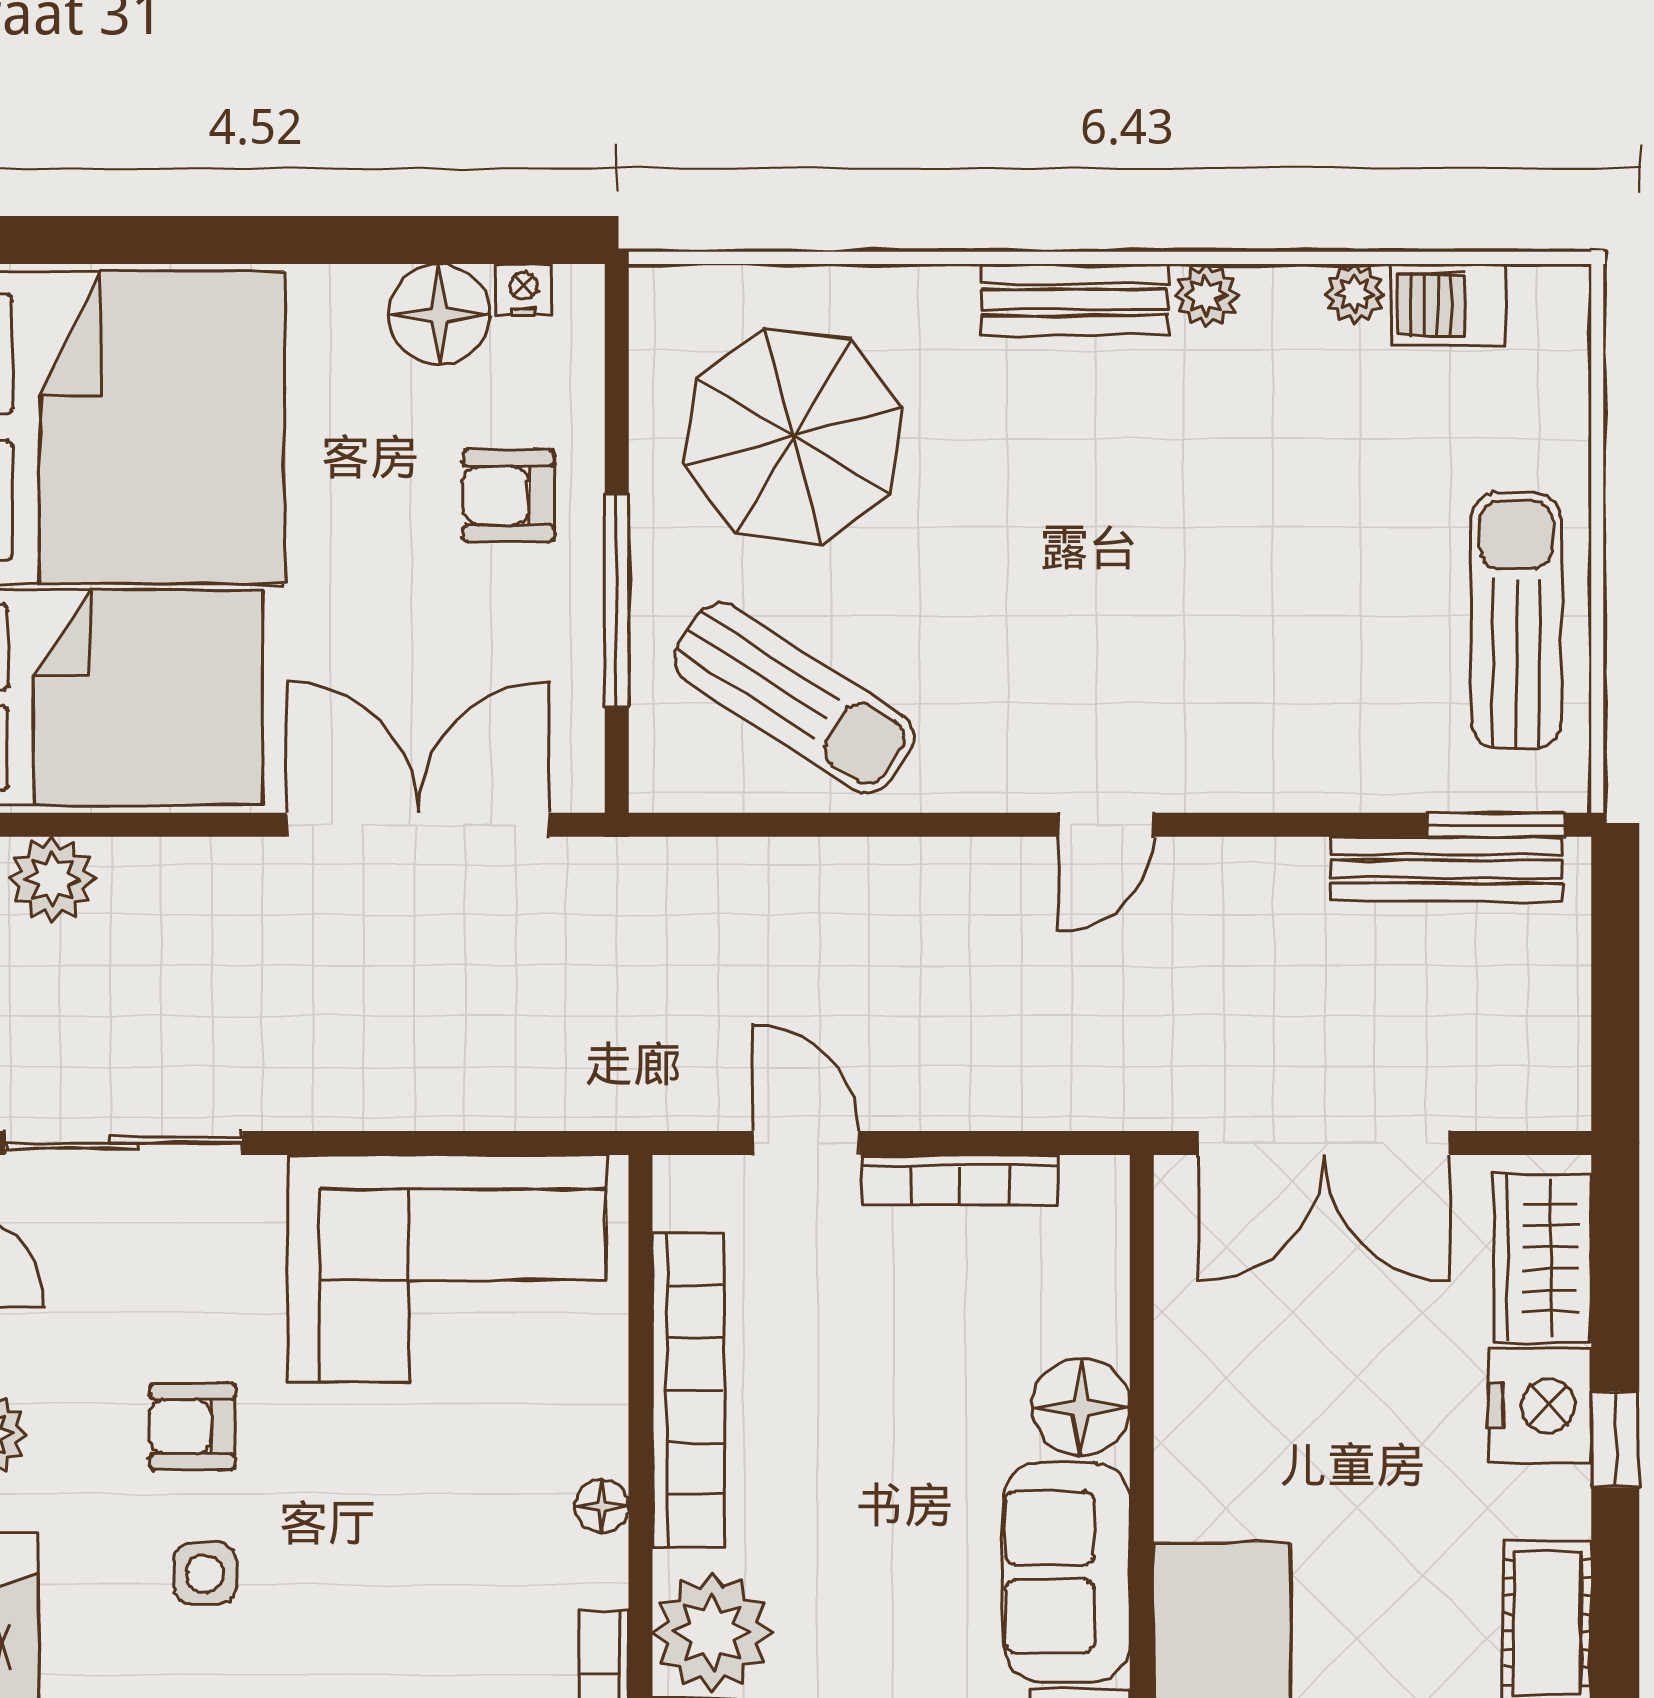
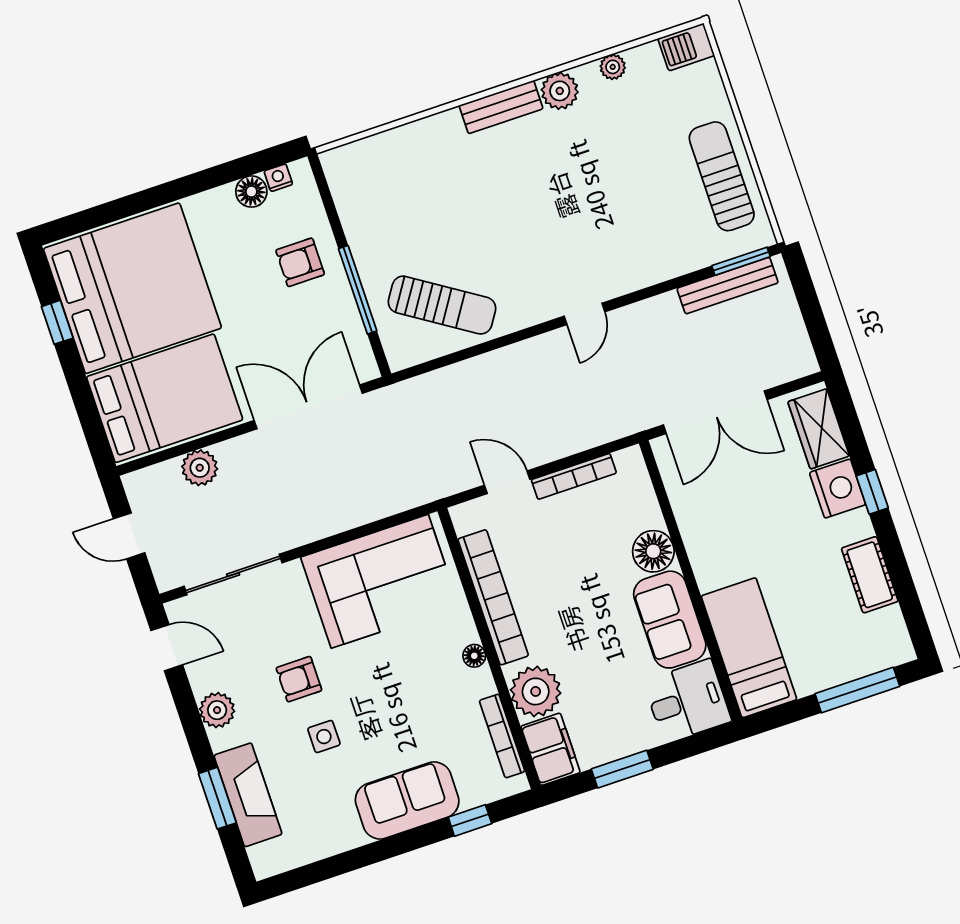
plant: (1206, 296) -> (560, 91), width x1.38, depth x1.38
barbecue: (1448, 305) -> (686, 47), moved
floor lamp: (439, 314) -> (251, 192), width x0.73, depth x0.73
parasol: (793, 436) -> (406, 200), removed
plant: (52, 879) -> (200, 468), moved

